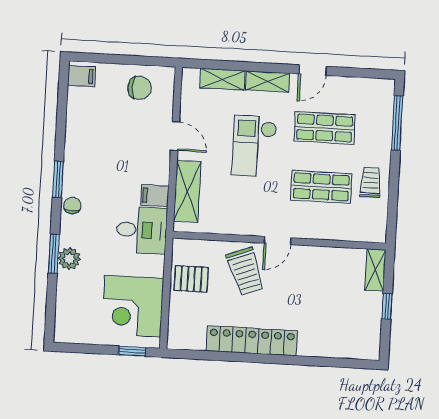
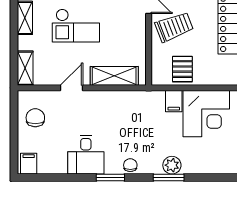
shelving: (222, 79) -> (25, 68), moved
filing cabinet: (155, 196) -> (174, 101), moved
chair: (72, 206) -> (130, 165), turned 90
desk: (142, 230) -> (86, 155), moved, turned 180

